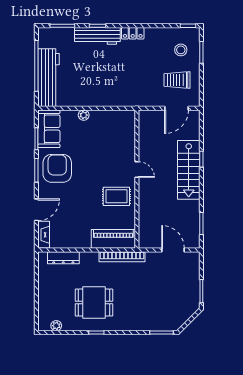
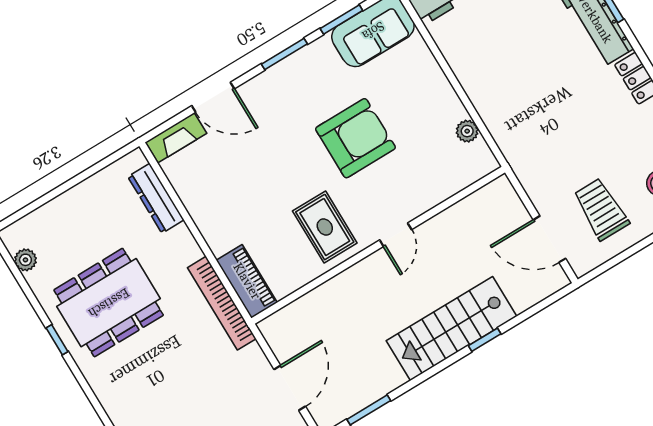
plant: (84, 115) -> (467, 131), moved
armchair: (57, 168) -> (355, 138), moved
piano: (113, 239) -> (247, 281), width x0.73, depth x0.75
dining table: (94, 303) -> (109, 303), width x1.37

